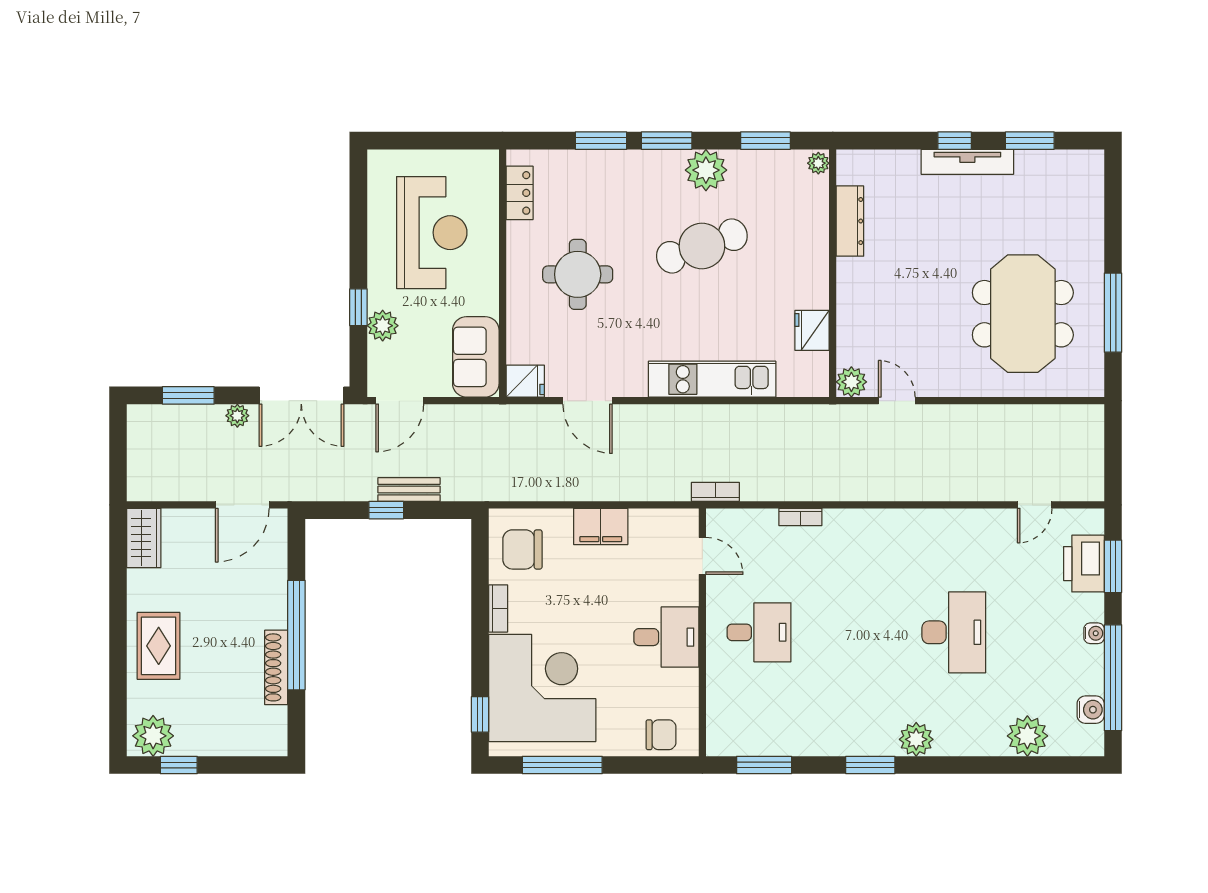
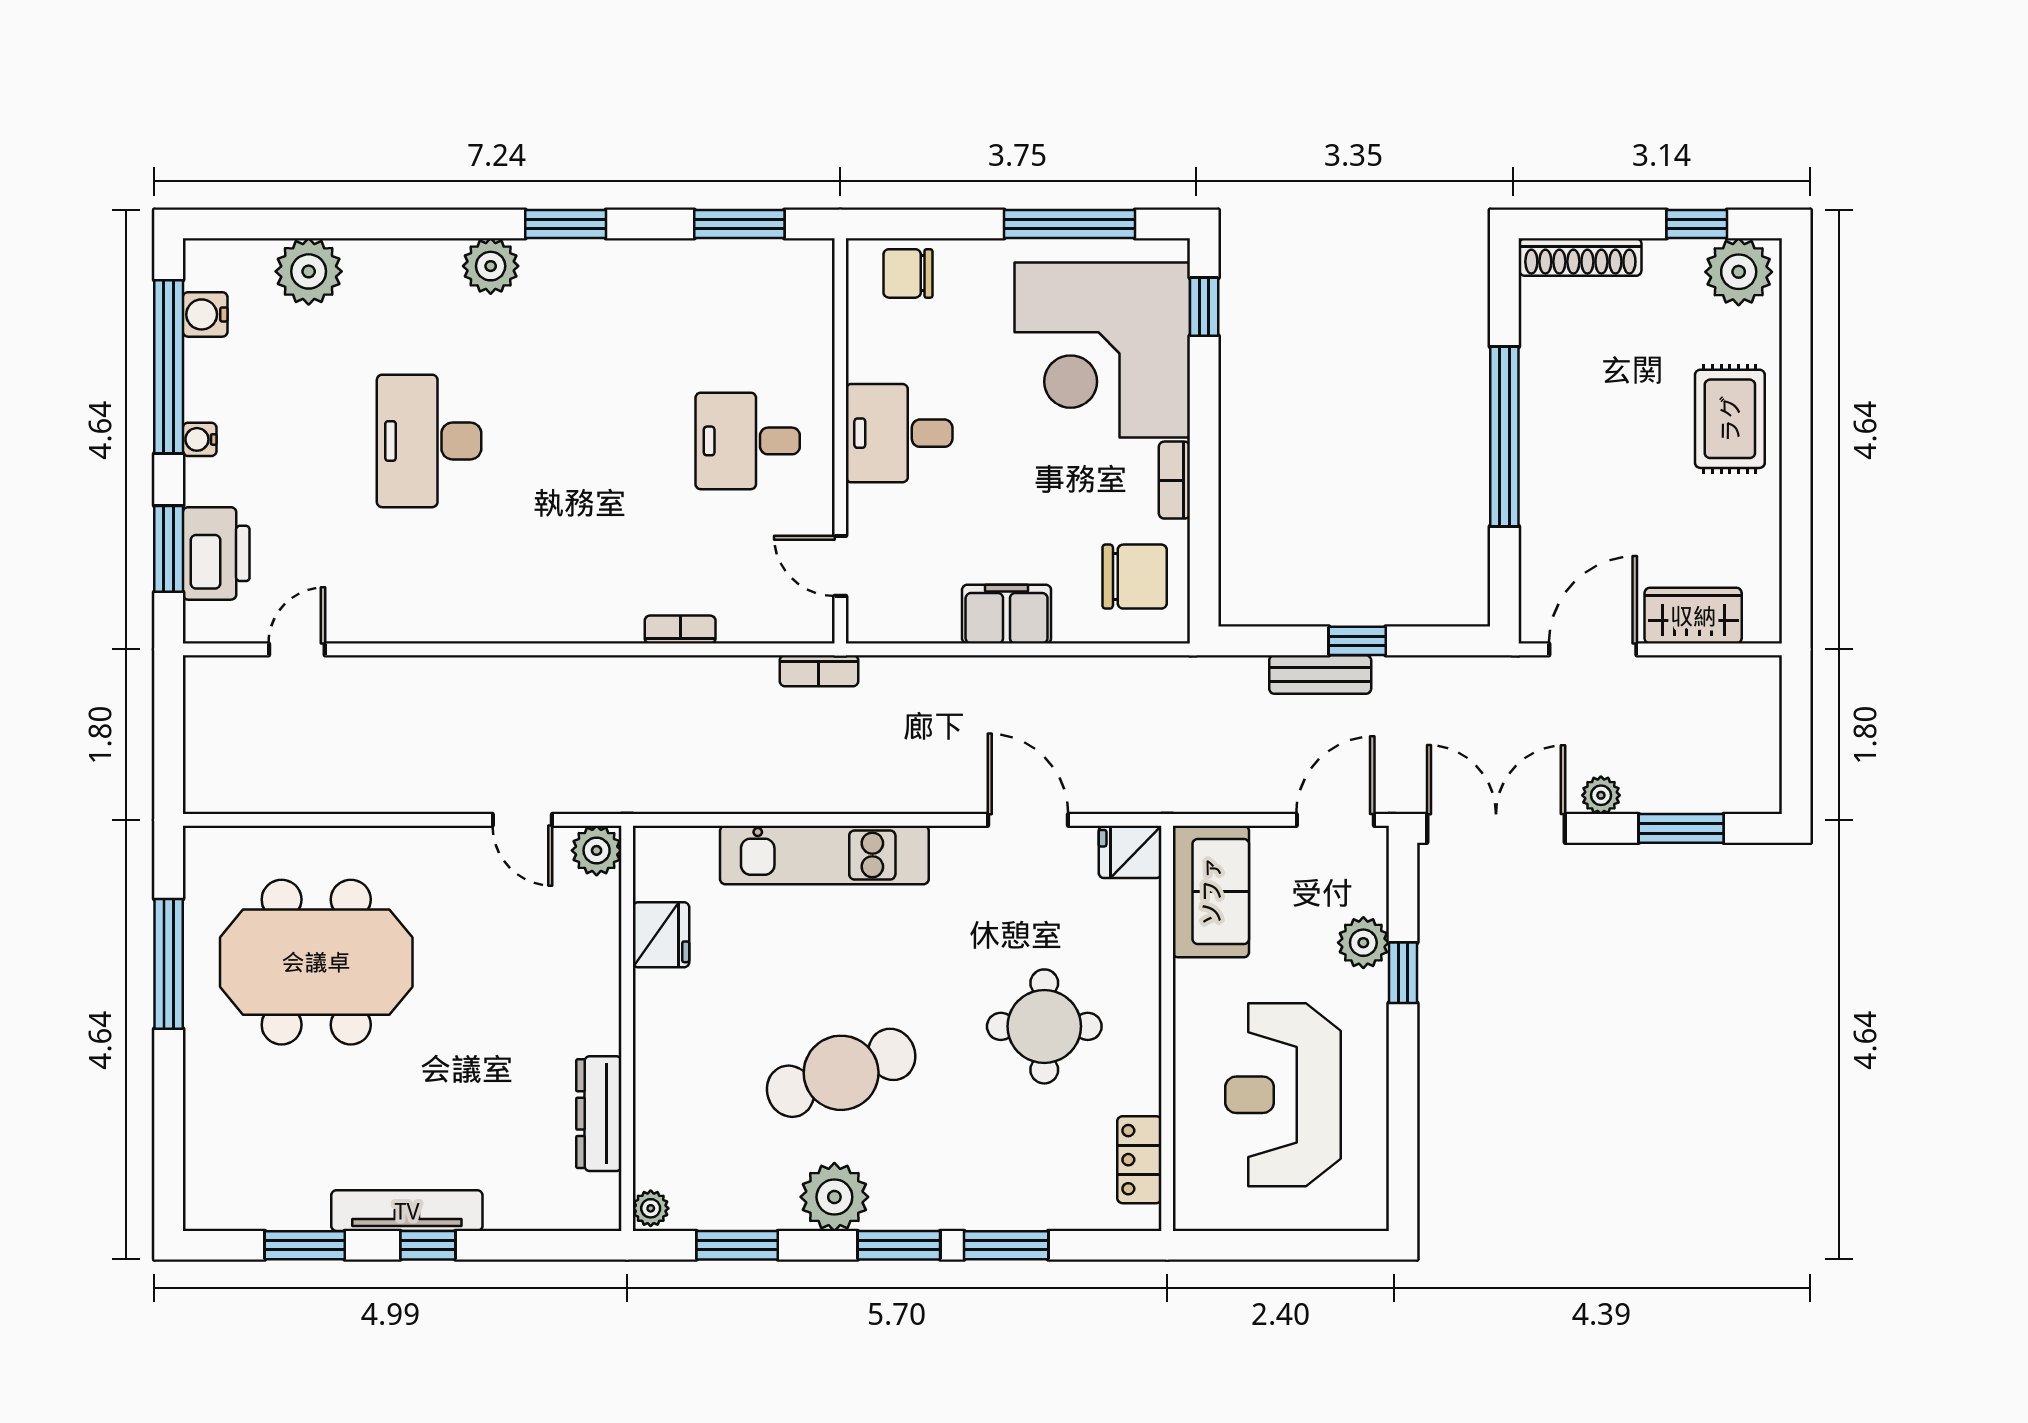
meeting table: (1023, 314) -> (316, 962), turned 90
wardrobe: (144, 538) -> (1693, 616), moved, turned 90
shoe rack: (276, 667) -> (1580, 257), moved, turned 90

